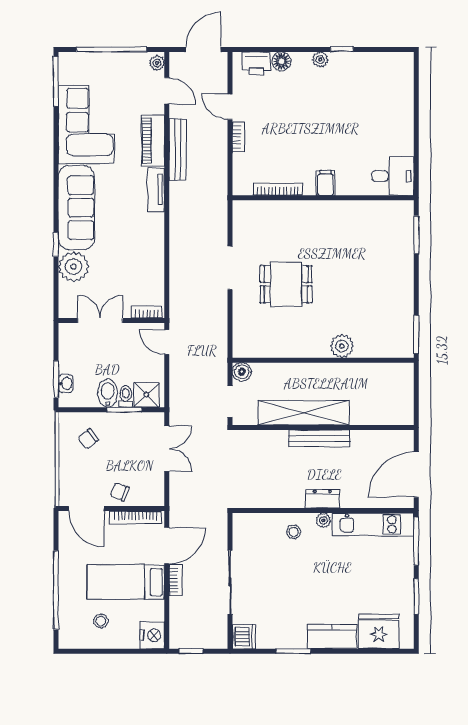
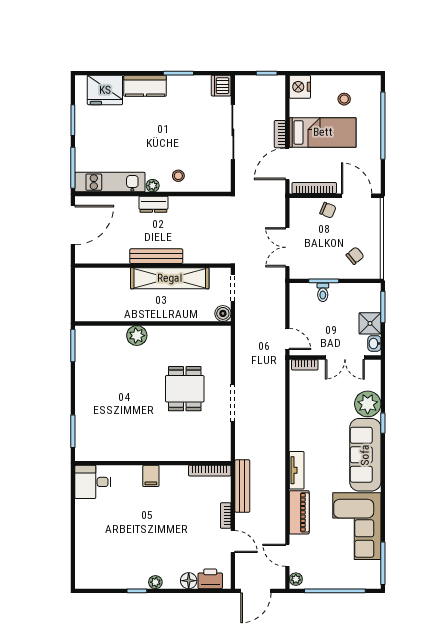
bench: (178, 149) -> (242, 486), moved
bookcase: (278, 189) -> (210, 471), moved
dining table: (286, 284) -> (185, 389), turned 90
washbasin: (66, 384) -> (374, 343), moved
bidet: (108, 393) -> (338, 295), removed
shower: (146, 395) -> (370, 323), moved

